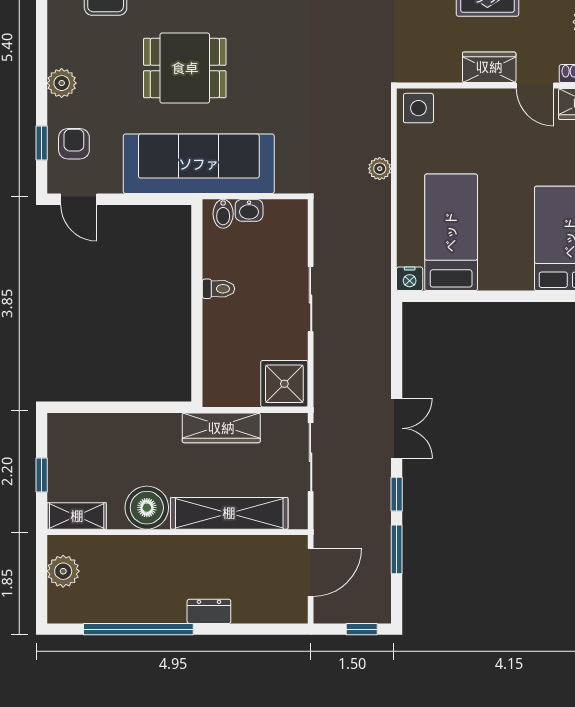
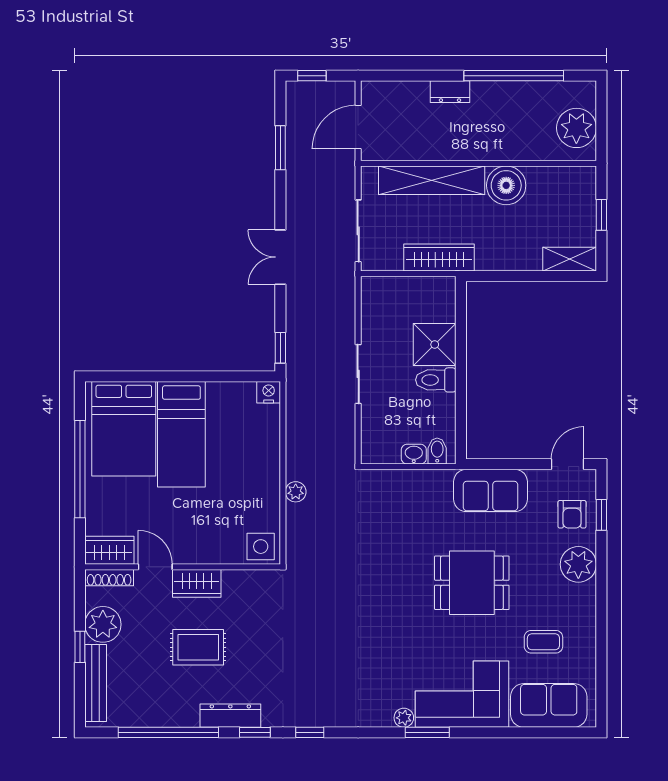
plant: (62, 83) -> (578, 564), width x1.36, depth x1.36
sofa: (199, 164) -> (490, 490), width x0.54, depth x0.79
door: (79, 199) -> (568, 464), hinge flipped
bed: (451, 232) -> (181, 434), moved
toilet: (218, 289) -> (436, 380), width x1.37, depth x1.39
shower: (284, 384) -> (435, 345), moved
window: (397, 494) -> (280, 348), moved
shelving: (77, 516) -> (570, 259), moved
plant: (63, 571) -> (576, 128), width x1.36, depth x1.36

